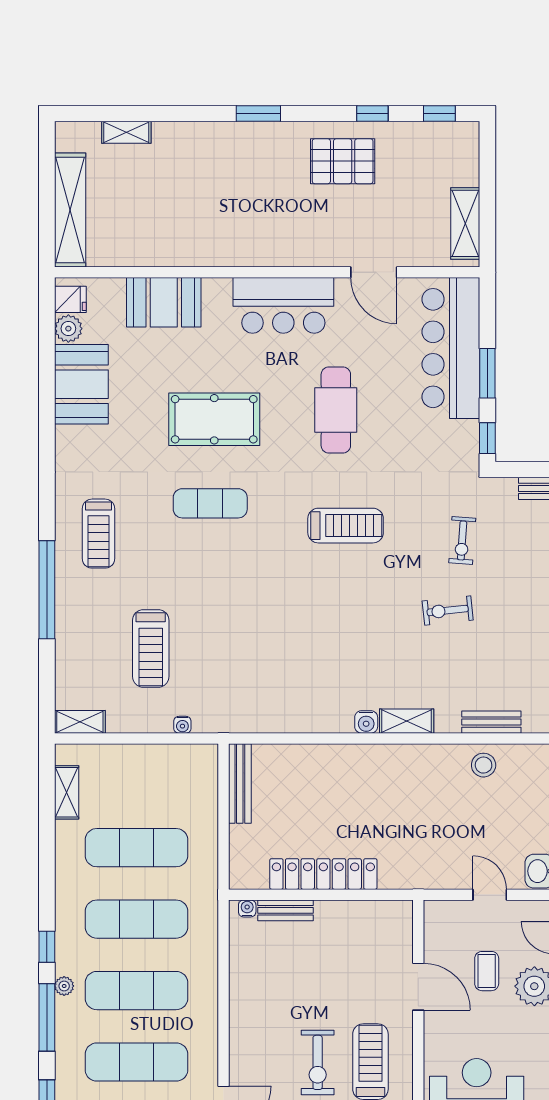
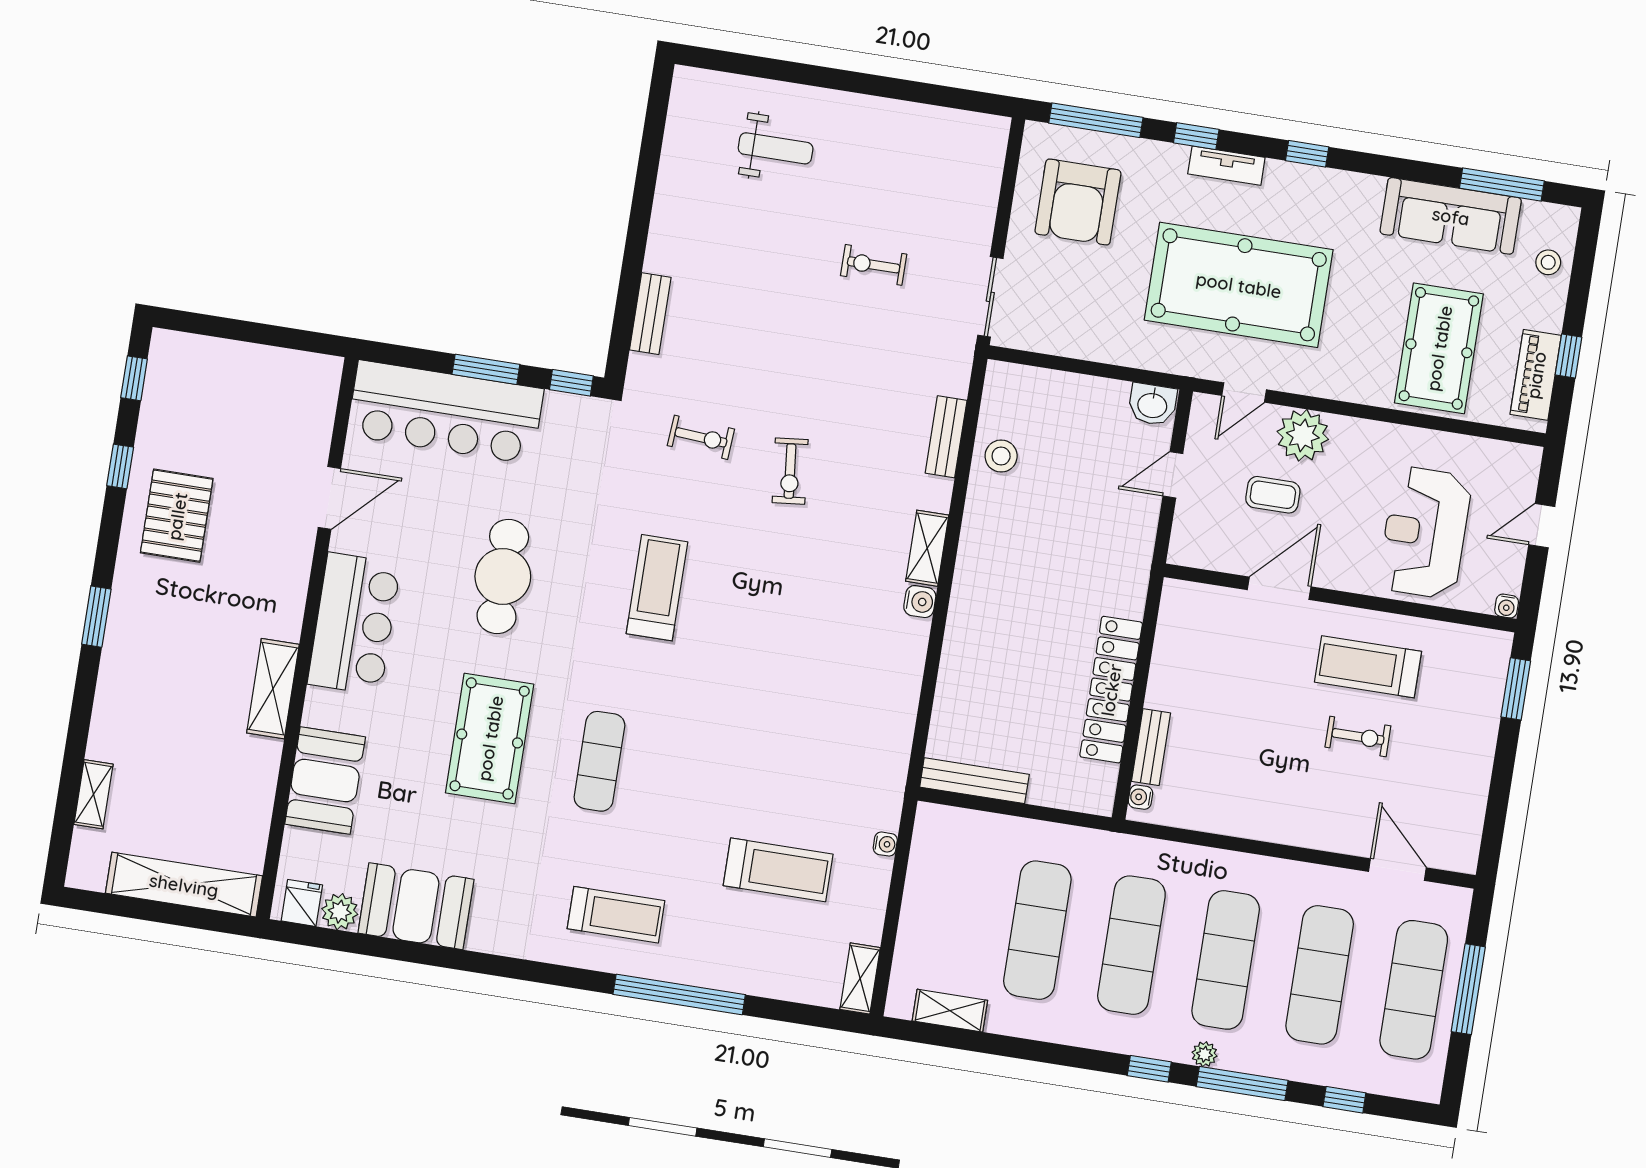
shelving: (465, 223) -> (273, 689), moved, turned 90
cafe table: (336, 410) -> (503, 576), turned 90
exercise bike: (318, 1062) -> (1358, 736), width x0.73, depth x0.72

